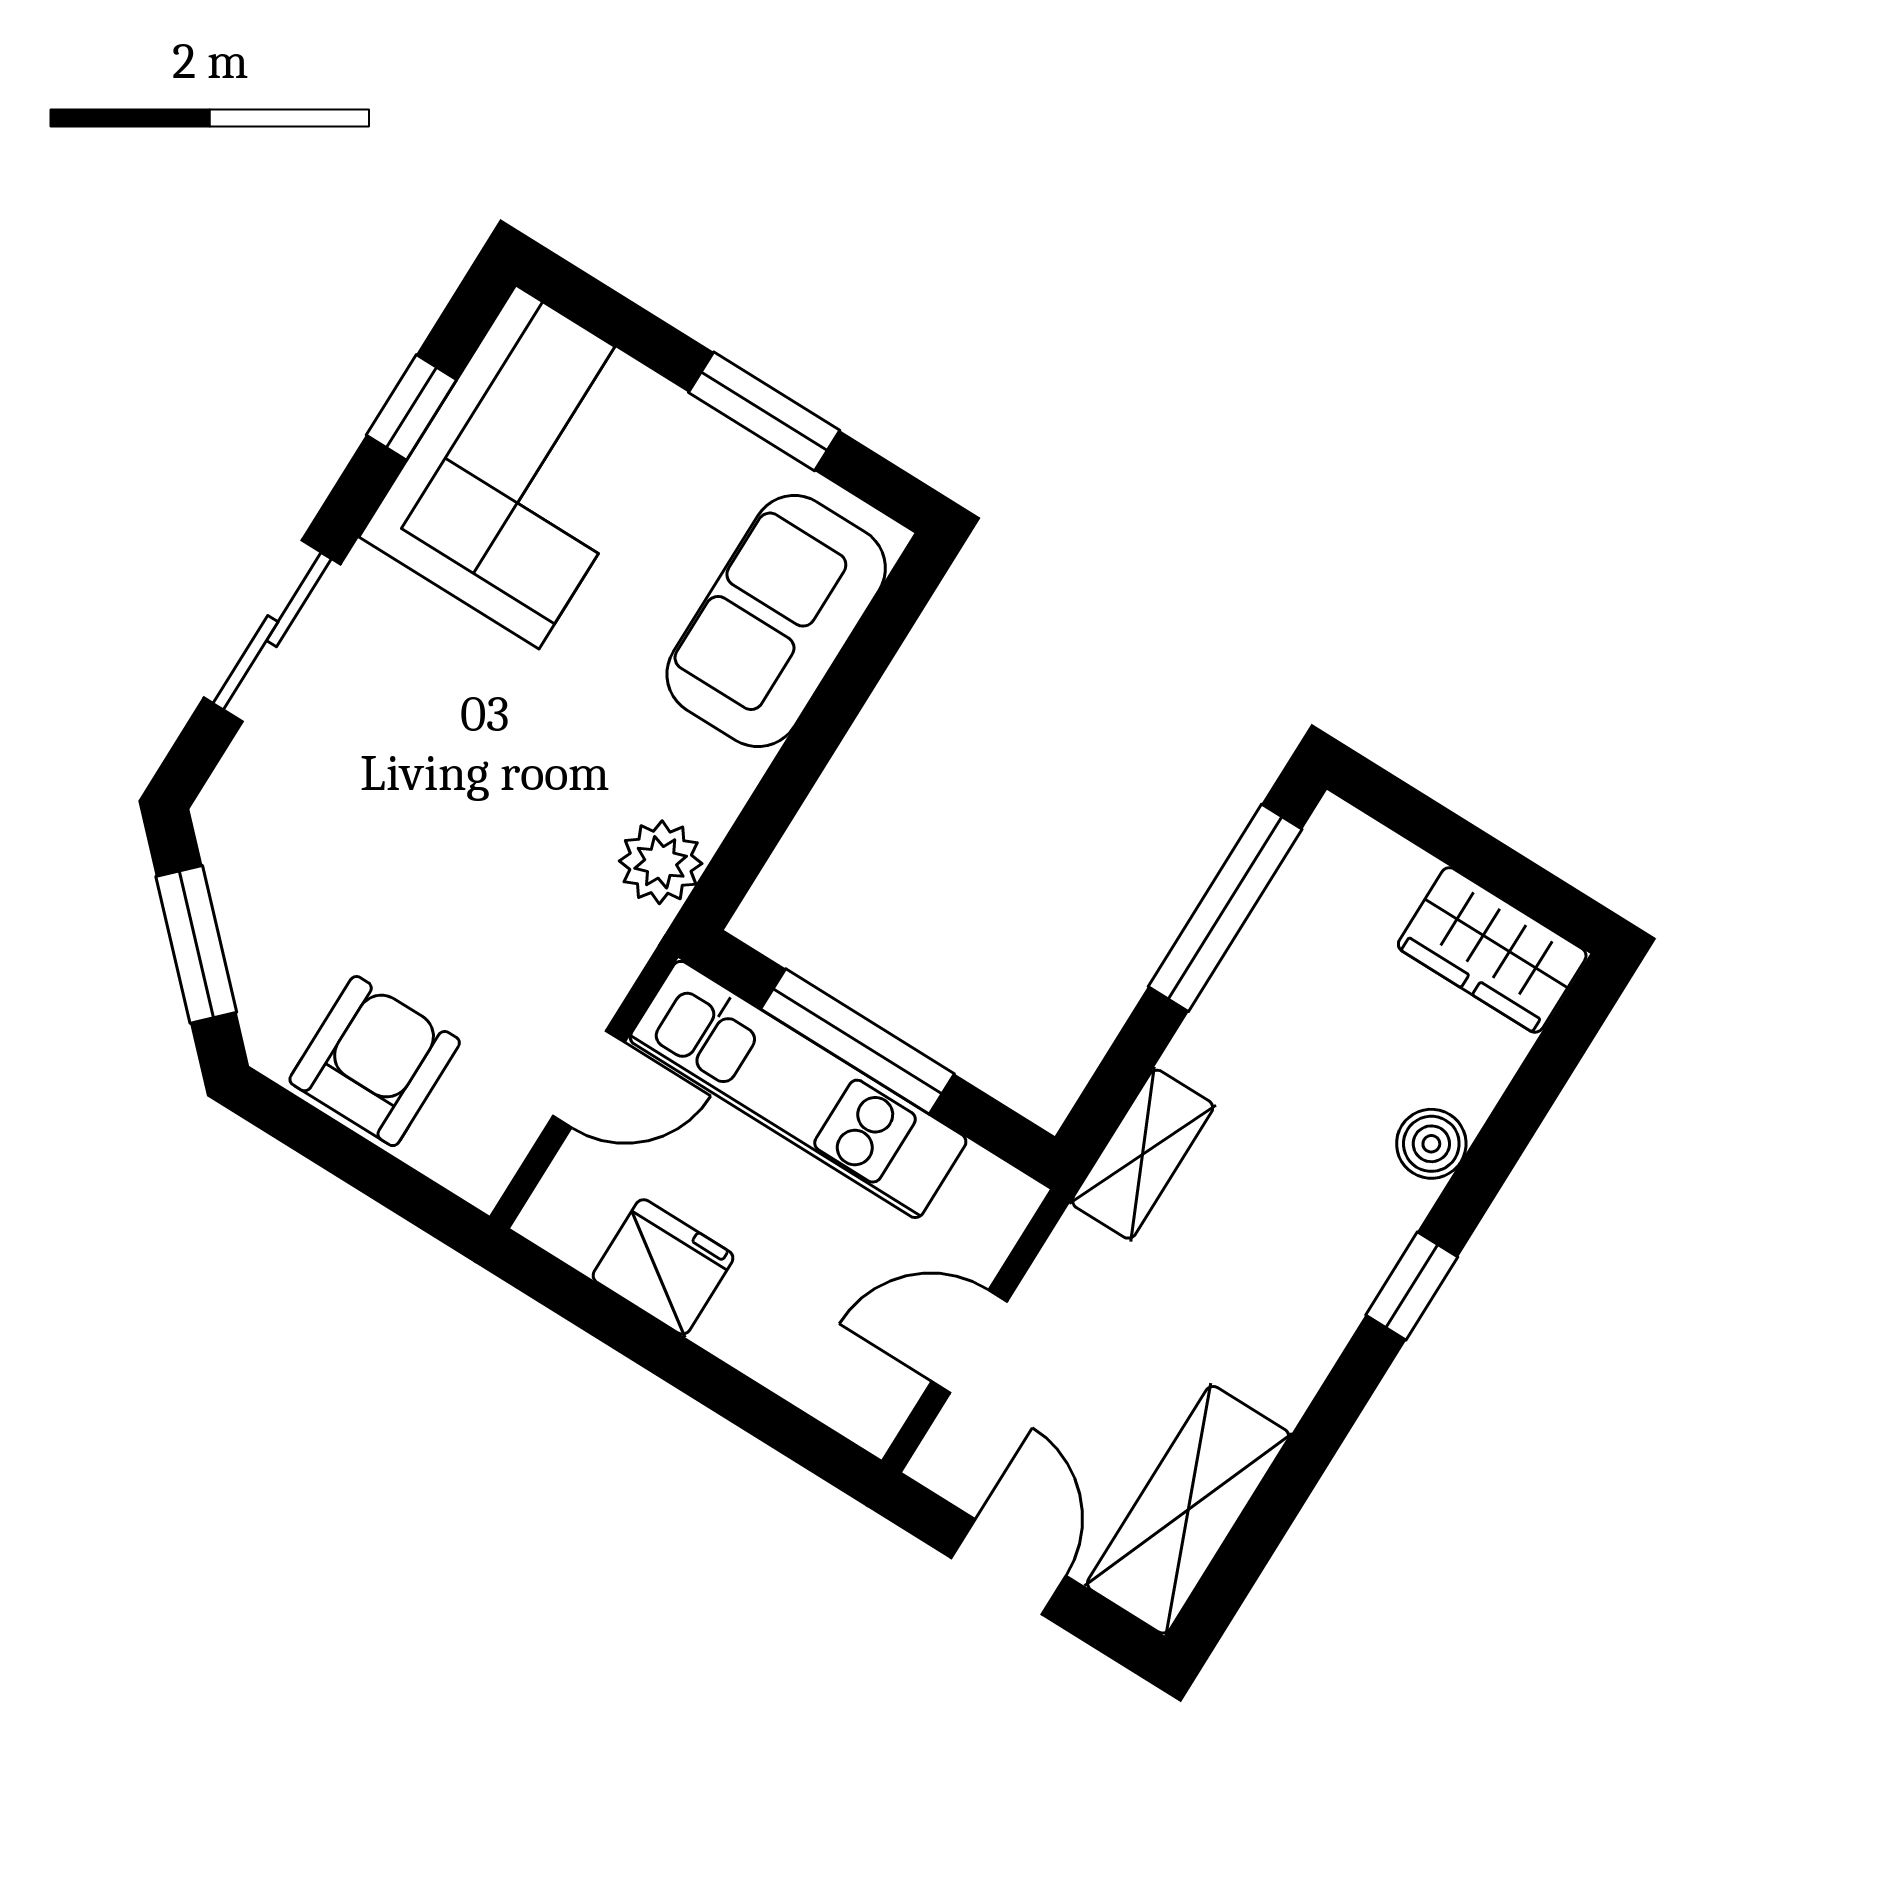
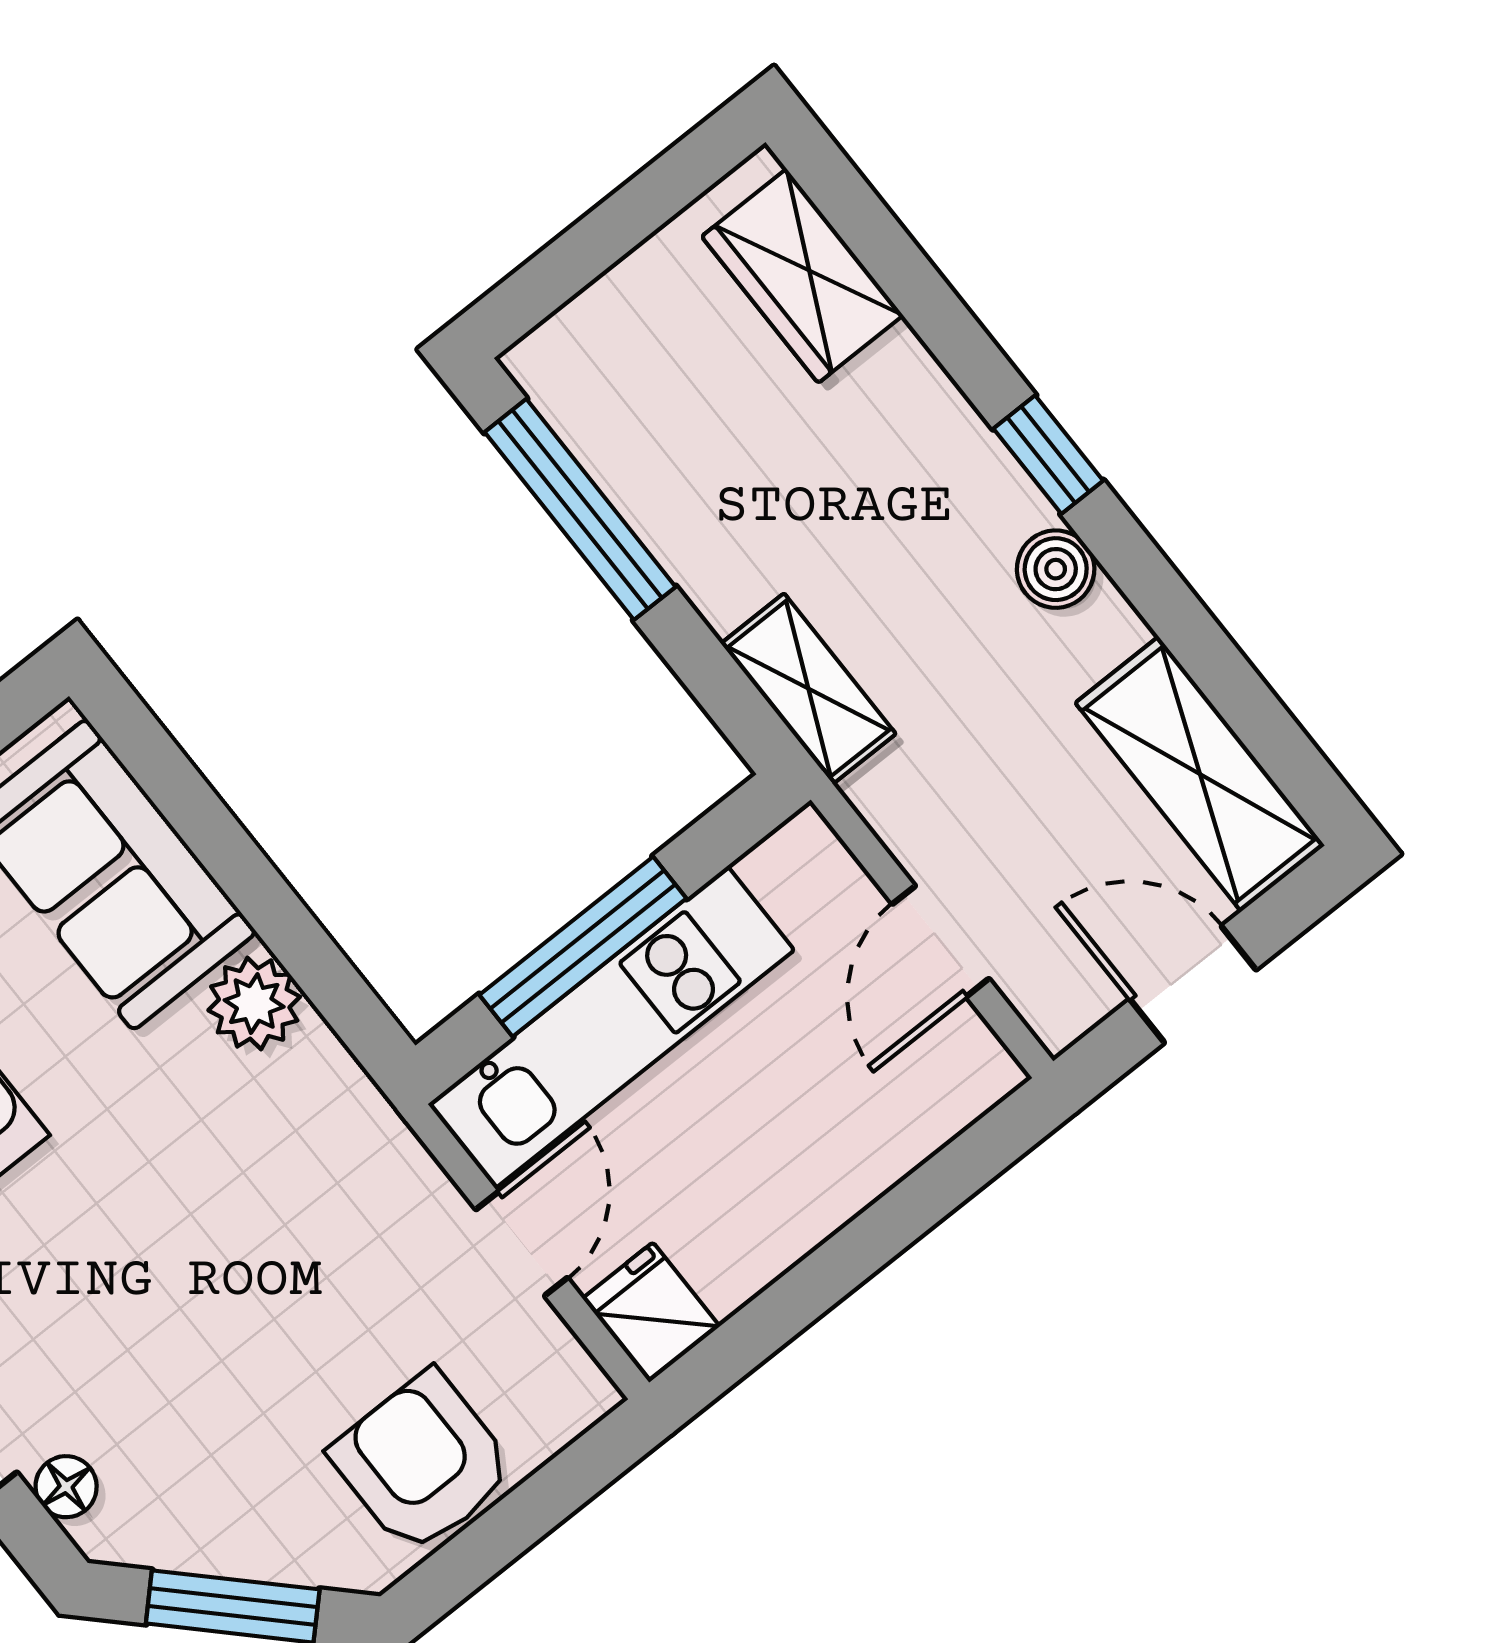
floor lamp: (247, 768) -> (66, 1487), added
plant: (661, 862) -> (254, 1003), moved
wardrobe: (1492, 950) -> (802, 276), moved, turned 90
boiler: (1431, 1144) -> (1056, 569), moved
fridge: (663, 1267) -> (651, 1312), moved, width x0.72

